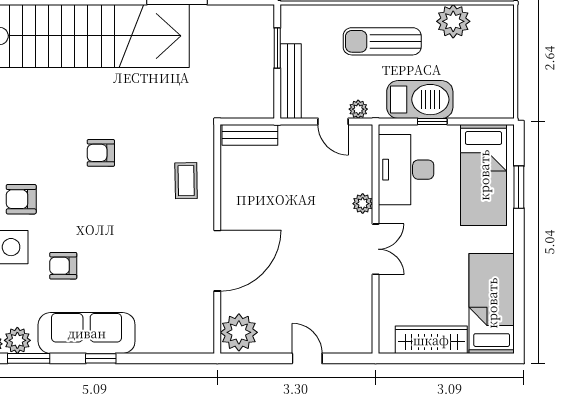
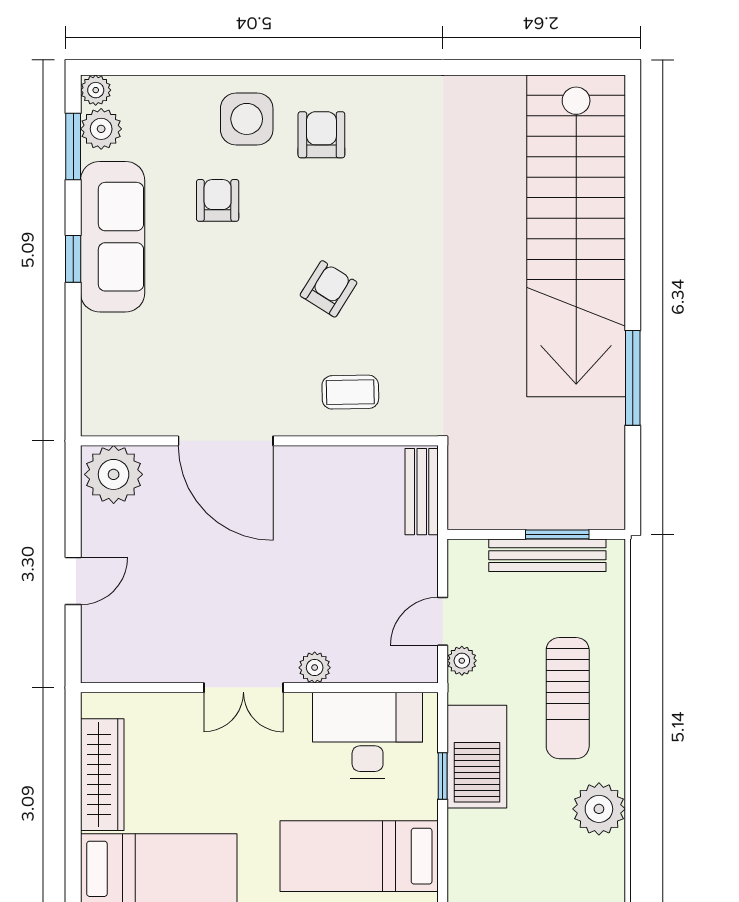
sun lounger: (382, 41) -> (568, 698), turned 180
bench: (291, 81) -> (547, 555), moved
armchair: (101, 153) -> (329, 289), moved, turned 32

